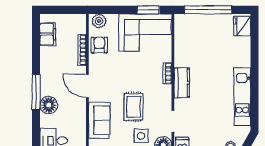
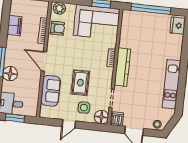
filing cabinet: (48, 34) -> (15, 25), moved
armchair: (99, 45) -> (57, 28), turned 90
kitchen counter: (182, 83) -> (122, 67), width x1.50

